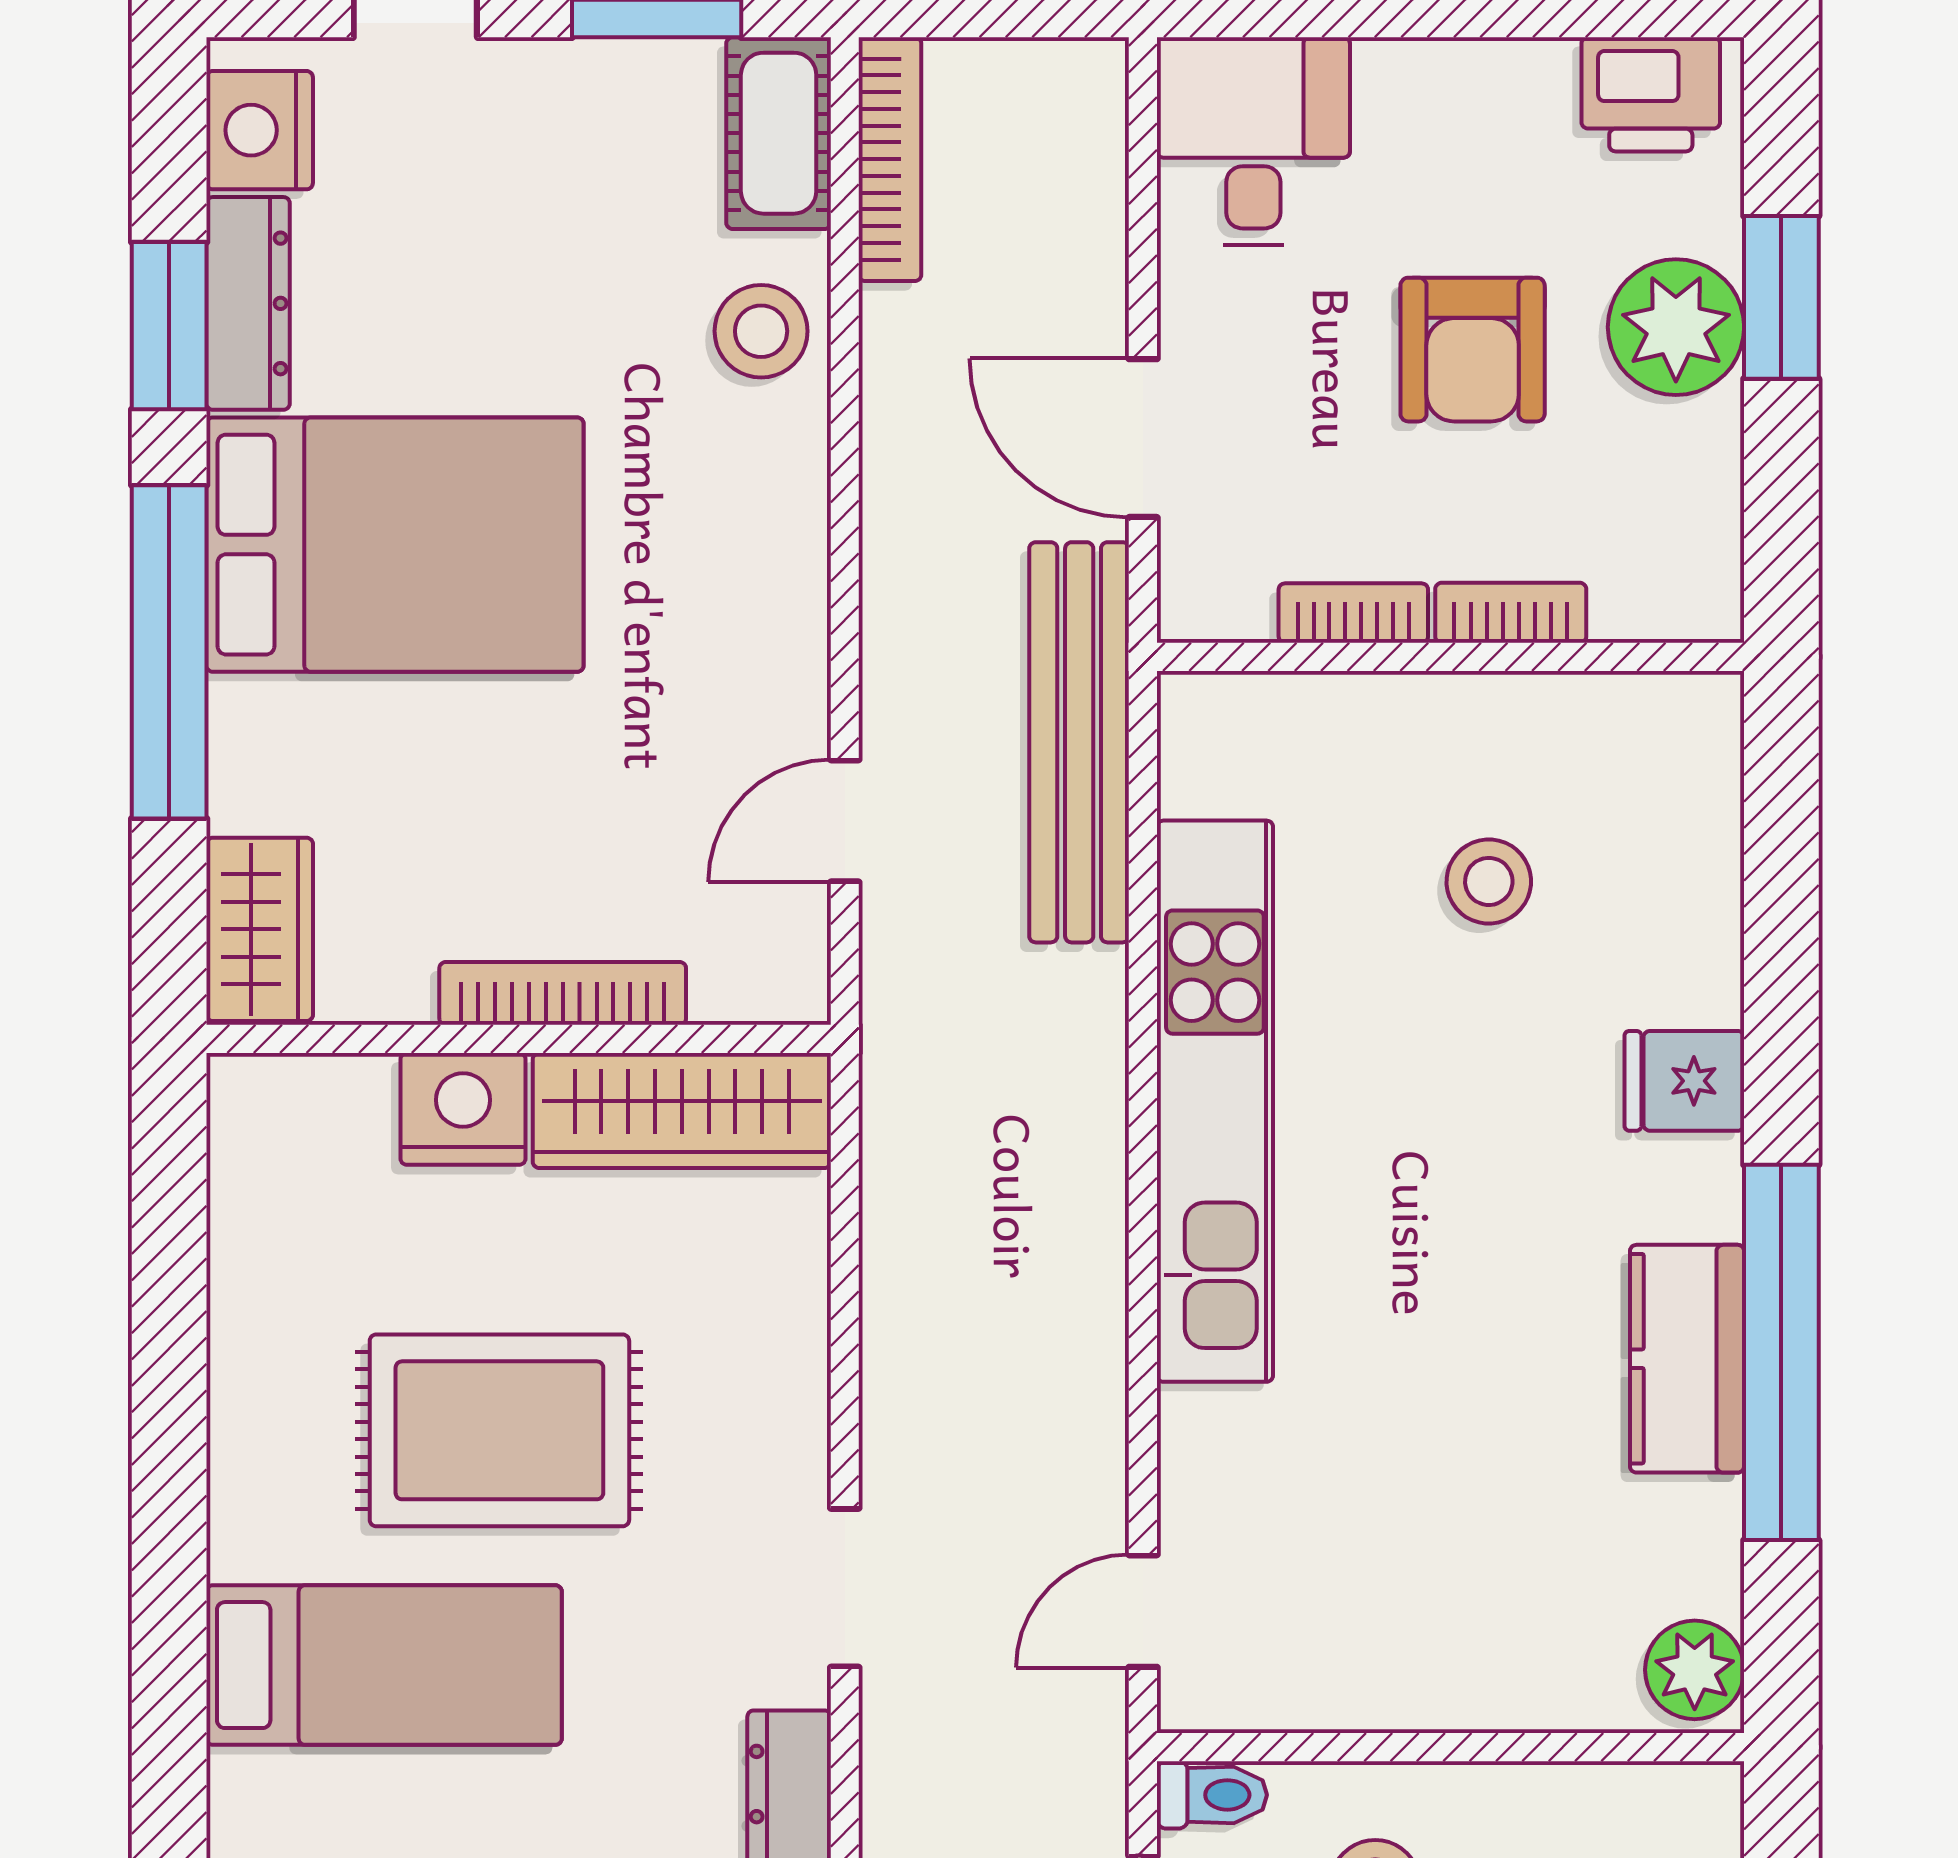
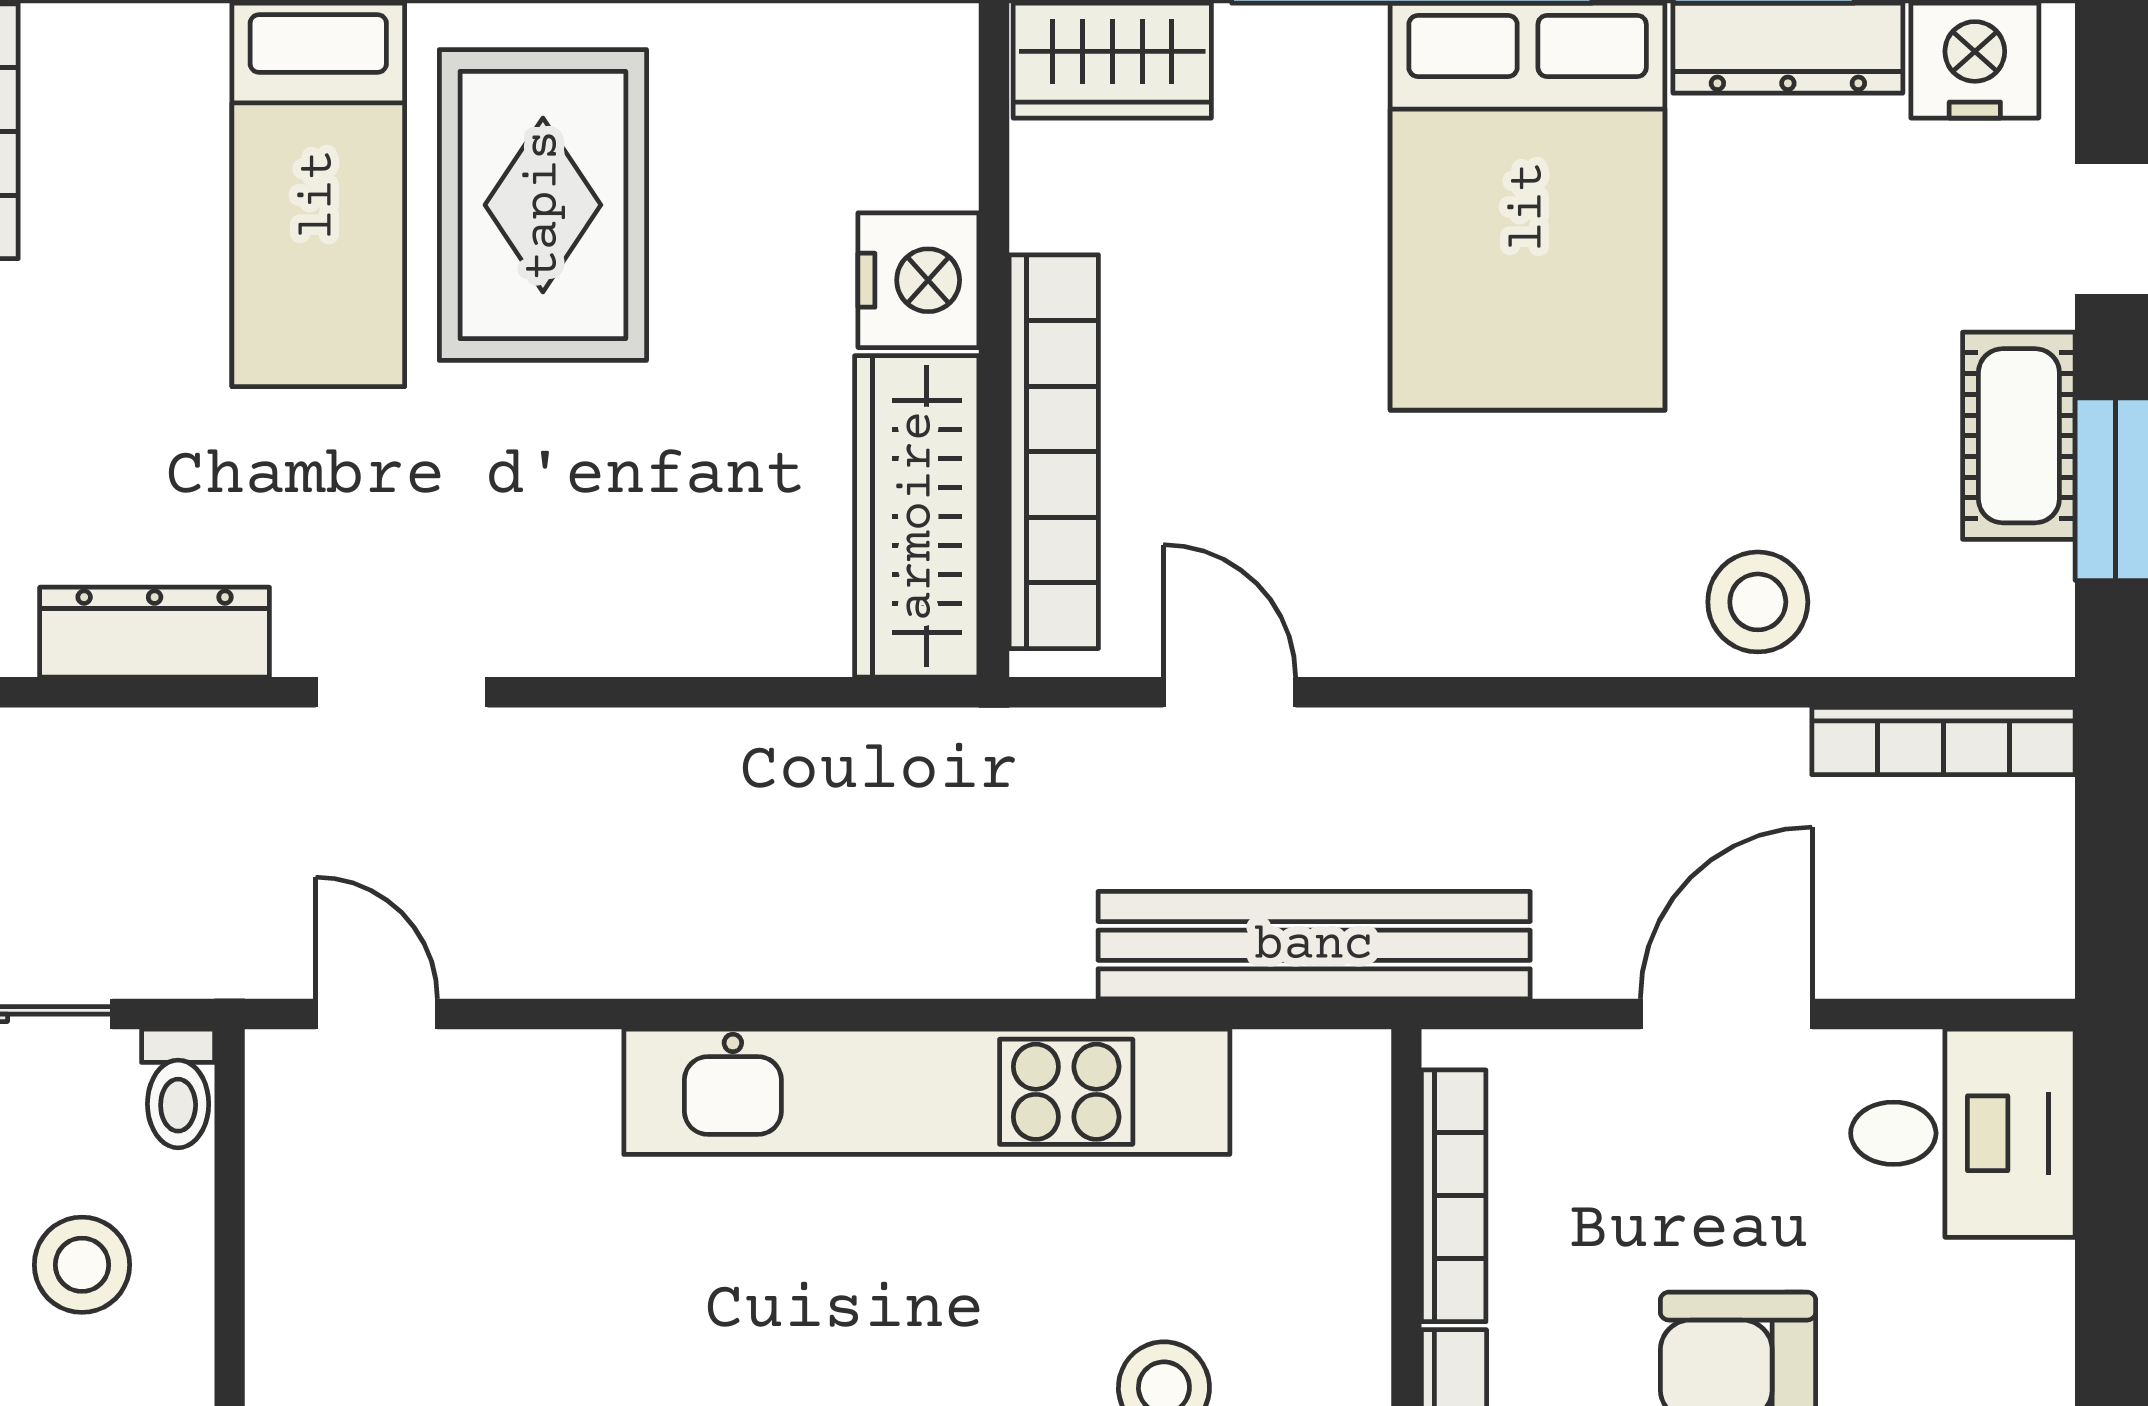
cot: (779, 133) -> (2019, 436), moved, turned 90
door: (1143, 438) -> (1726, 1014), moved
bookcase: (1353, 613) -> (1454, 1196), width x1.56
bookcase: (563, 993) -> (1054, 452), width x1.48, depth x1.31
rug: (499, 1430) -> (543, 205), moved

